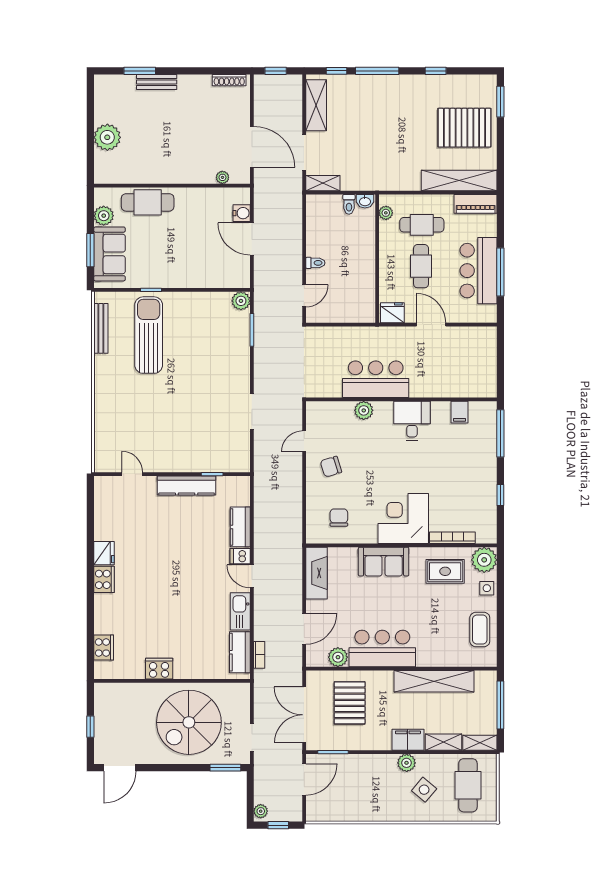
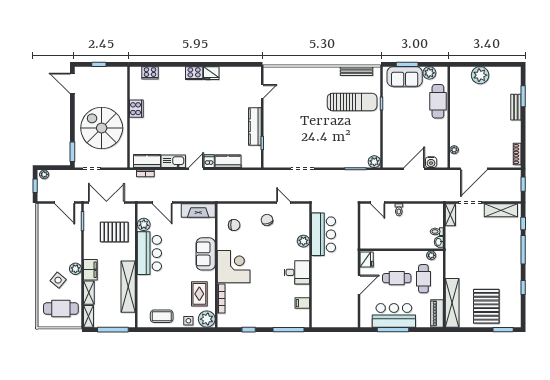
bar counter: (376, 379) -> (324, 234), moved

